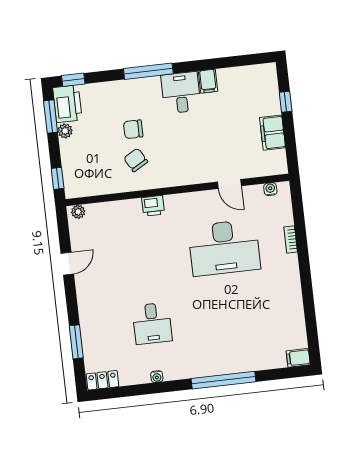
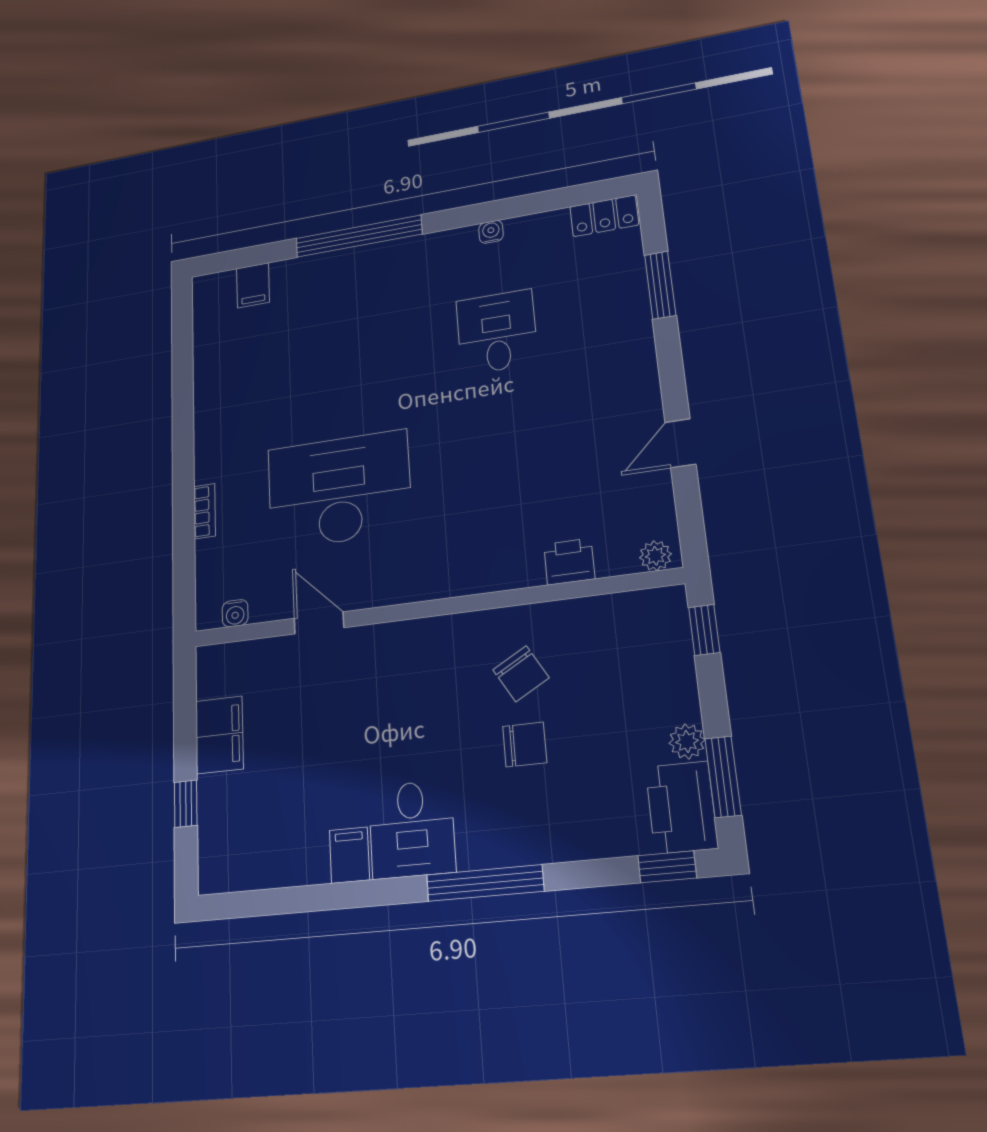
printer: (153, 206) -> (569, 562), moved
filing cabinet: (298, 358) -> (253, 285), moved, turned 90

